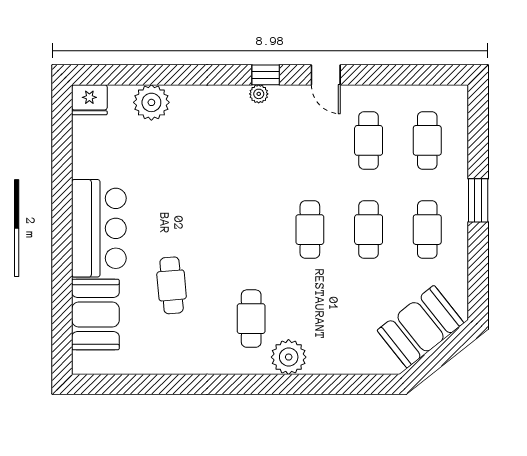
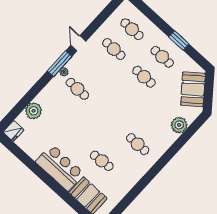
window: (266, 75) -> (60, 64), width x2.17
door: (326, 75) -> (78, 43), swing flipped
window: (478, 200) -> (179, 40), moved
cafe table: (310, 230) -> (77, 89), moved
plant: (289, 357) -> (179, 125), moved

